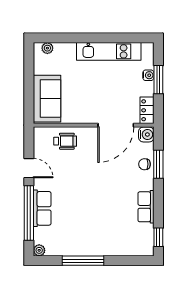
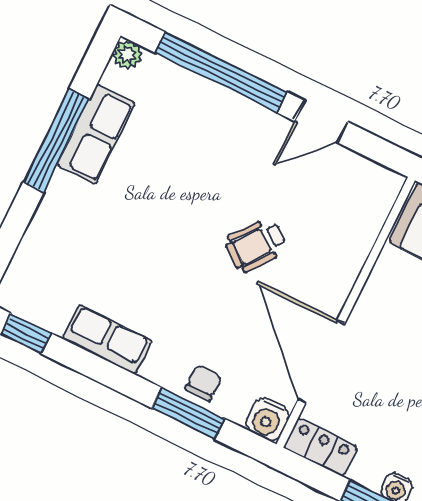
wheelchair: (65, 141) -> (256, 245), moved, turned 38
row of seats: (42, 208) -> (96, 134), moved, turned -90

